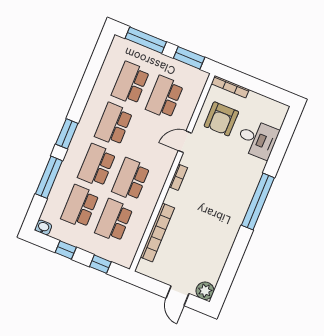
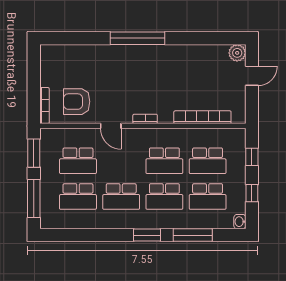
armchair: (221, 119) -> (77, 102), turned 180
desk: (257, 139) -> (82, 62), removed

